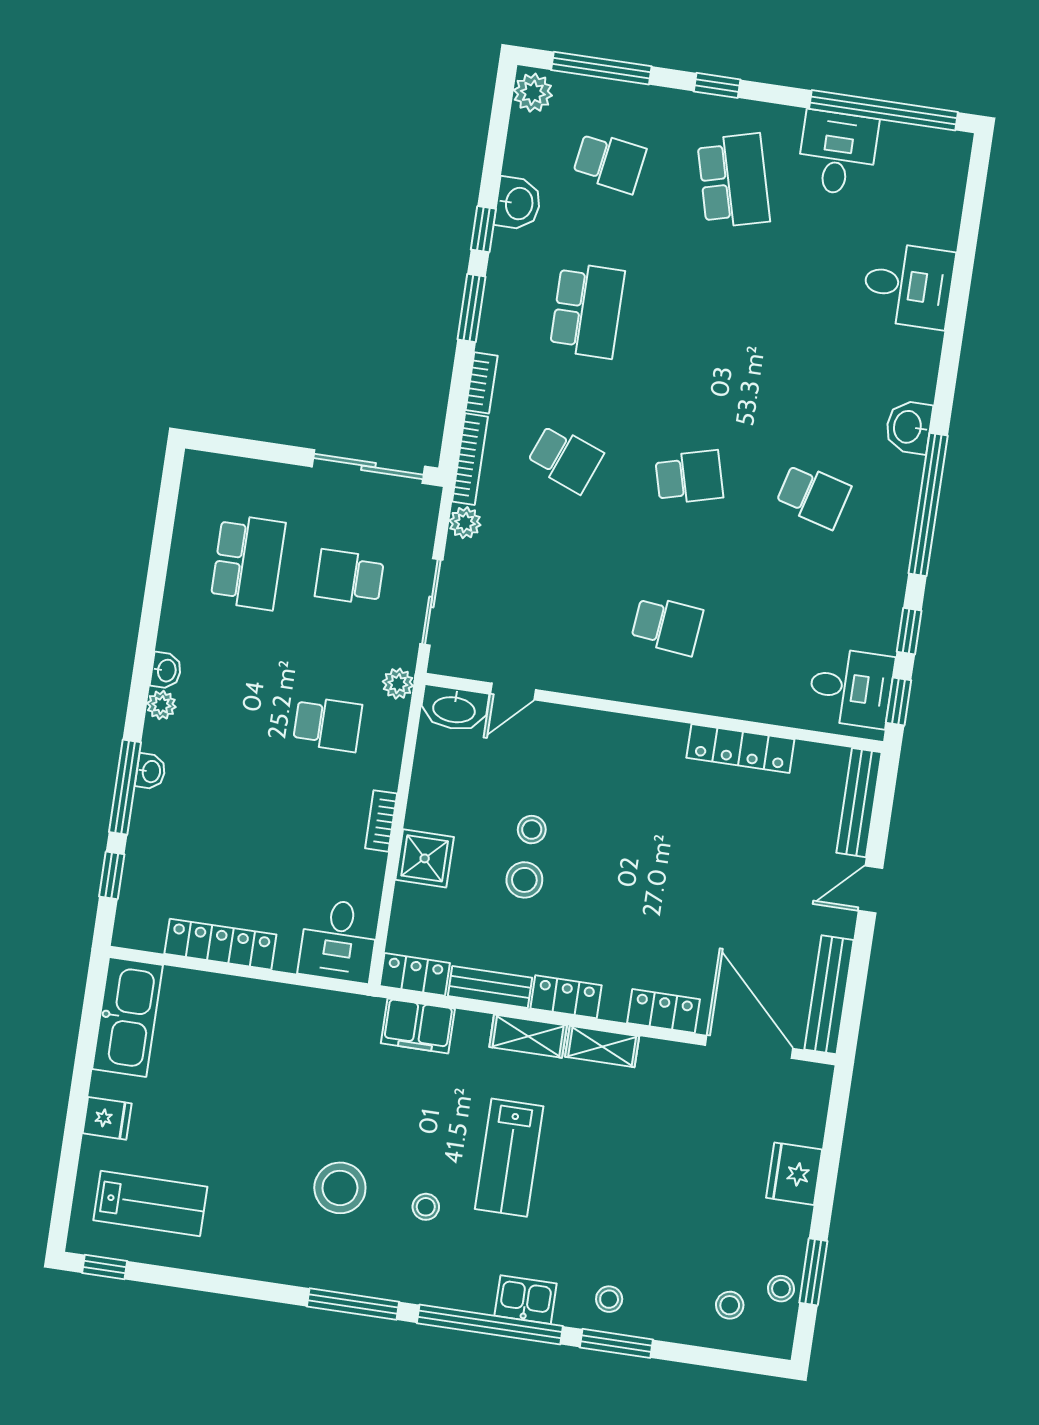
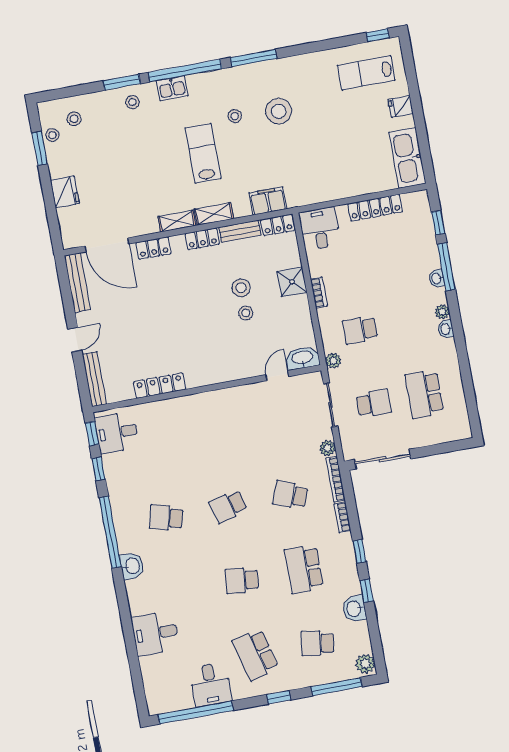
window: (472, 308) -> (359, 551), width x0.67
school desk: (667, 625) -> (242, 580), moved

